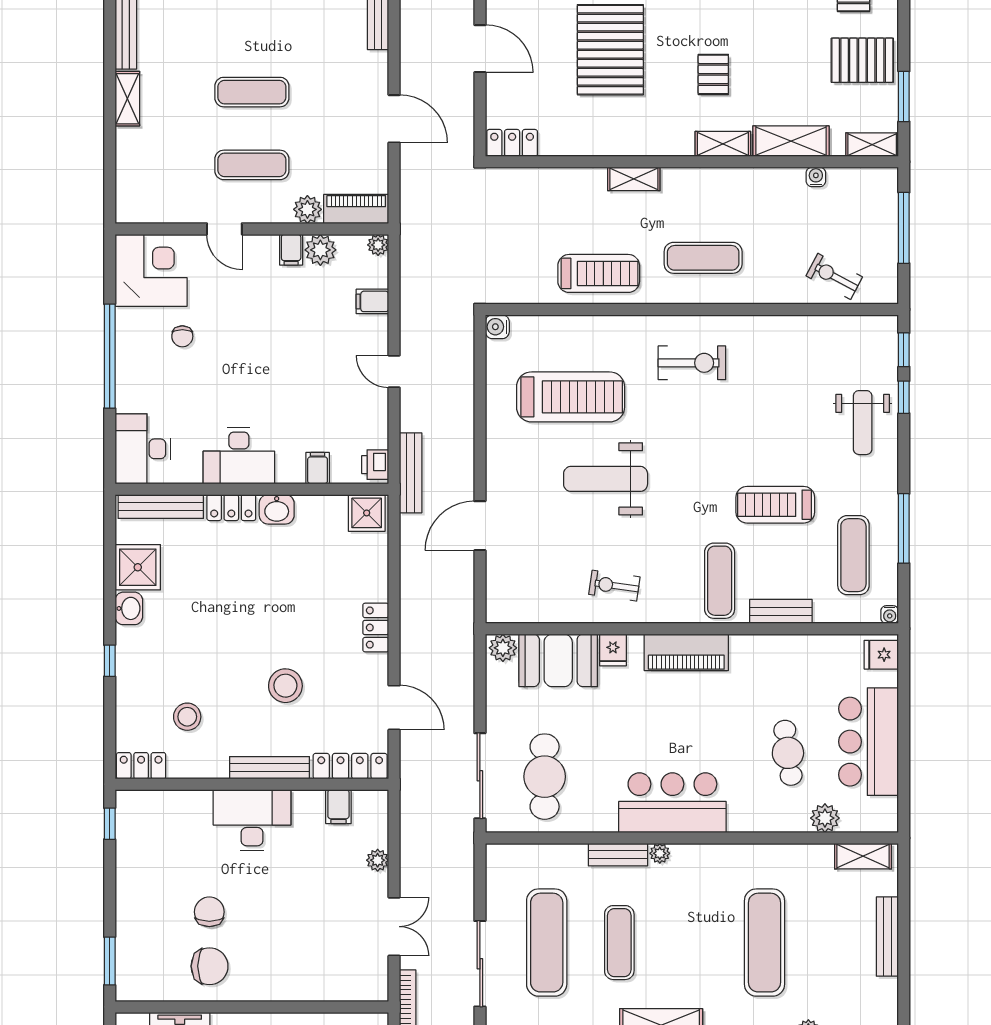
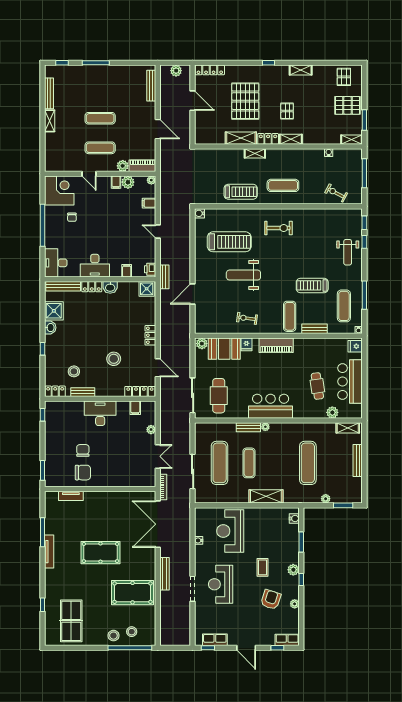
shelving: (791, 141) -> (241, 138), moved
locker: (512, 143) -> (268, 139), moved
bench: (411, 473) -> (164, 277), width x0.73
bench: (270, 768) -> (83, 392), moved, width x0.73

